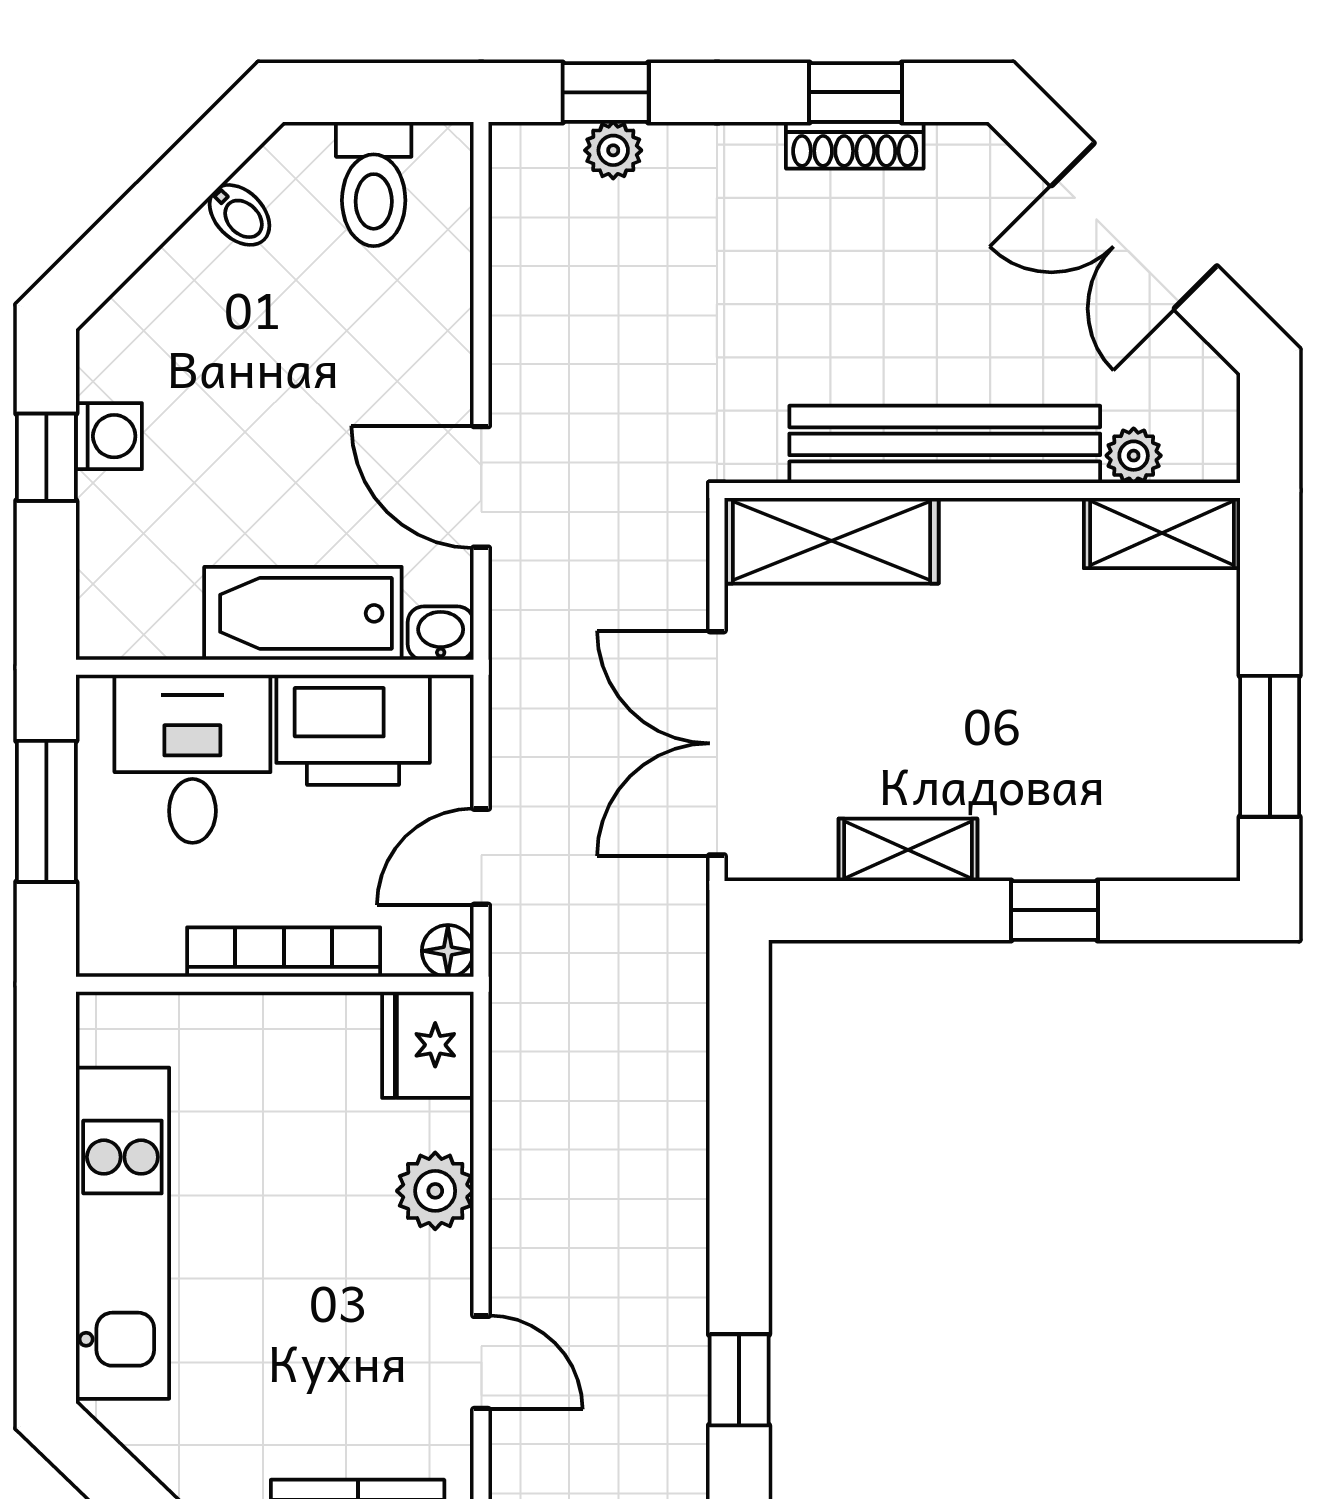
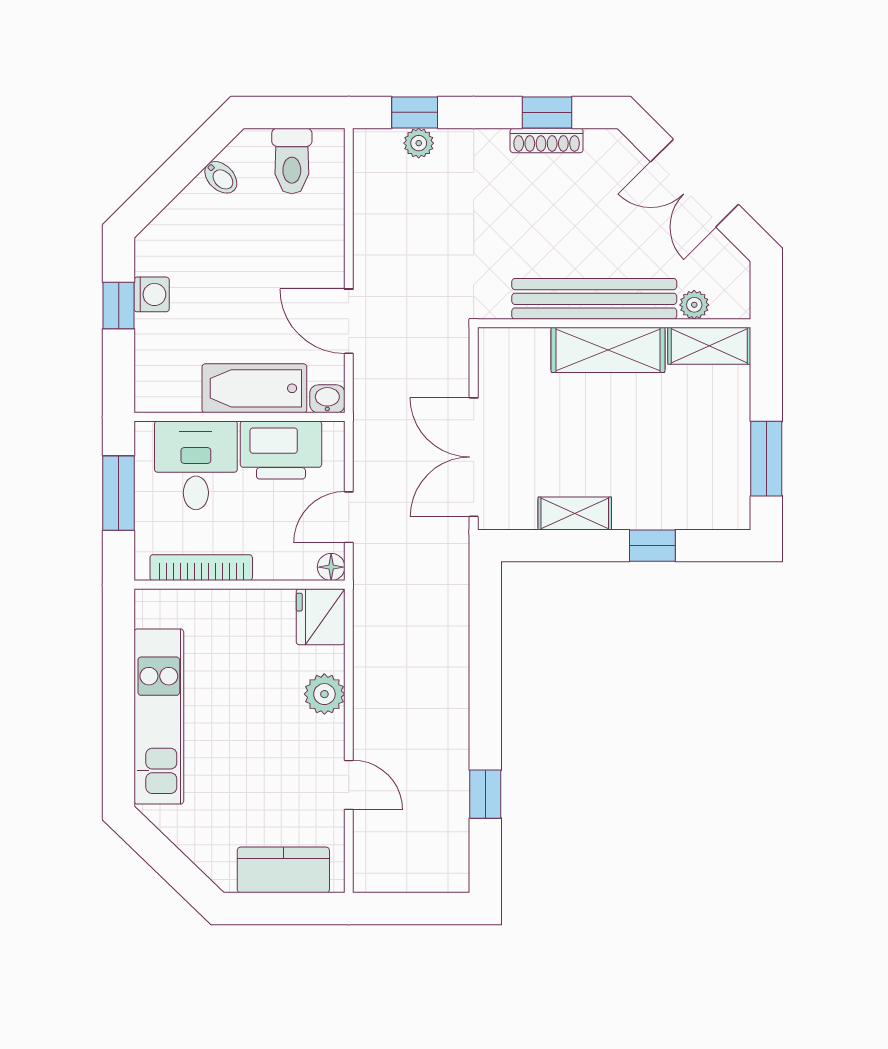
shelving: (832, 541) -> (608, 350), moved
bookcase: (284, 952) -> (201, 568), moved

